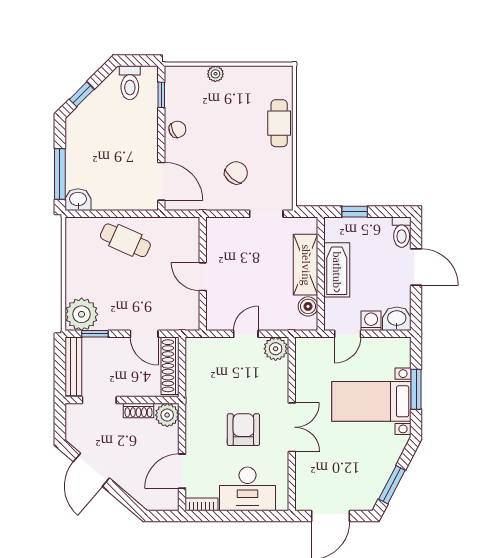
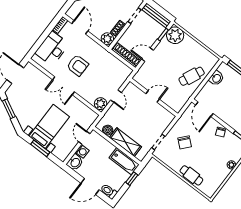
door: (161, 181) -> (204, 109), hinge flipped
washbasin: (78, 200) -> (216, 78), moved
bathtub: (337, 270) -> (124, 161), moved

